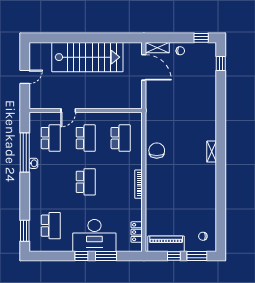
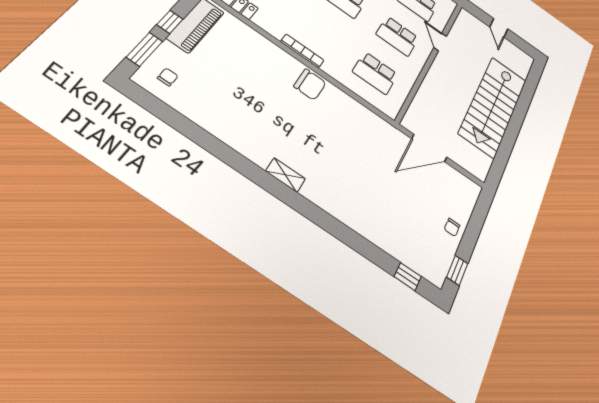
shelving: (157, 48) -> (469, 198), removed
door: (144, 67) -> (429, 148), moved
chair: (157, 151) -> (310, 84), moved

